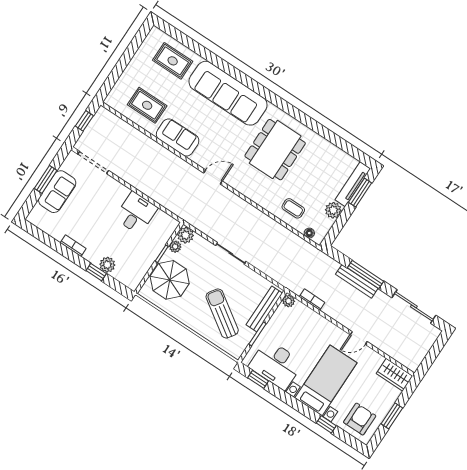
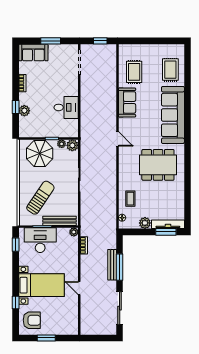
sofa: (57, 192) -> (33, 53), moved
desk: (276, 365) -> (40, 240), moved, turned 90
wardrobe: (394, 375) -> (72, 323), removed

